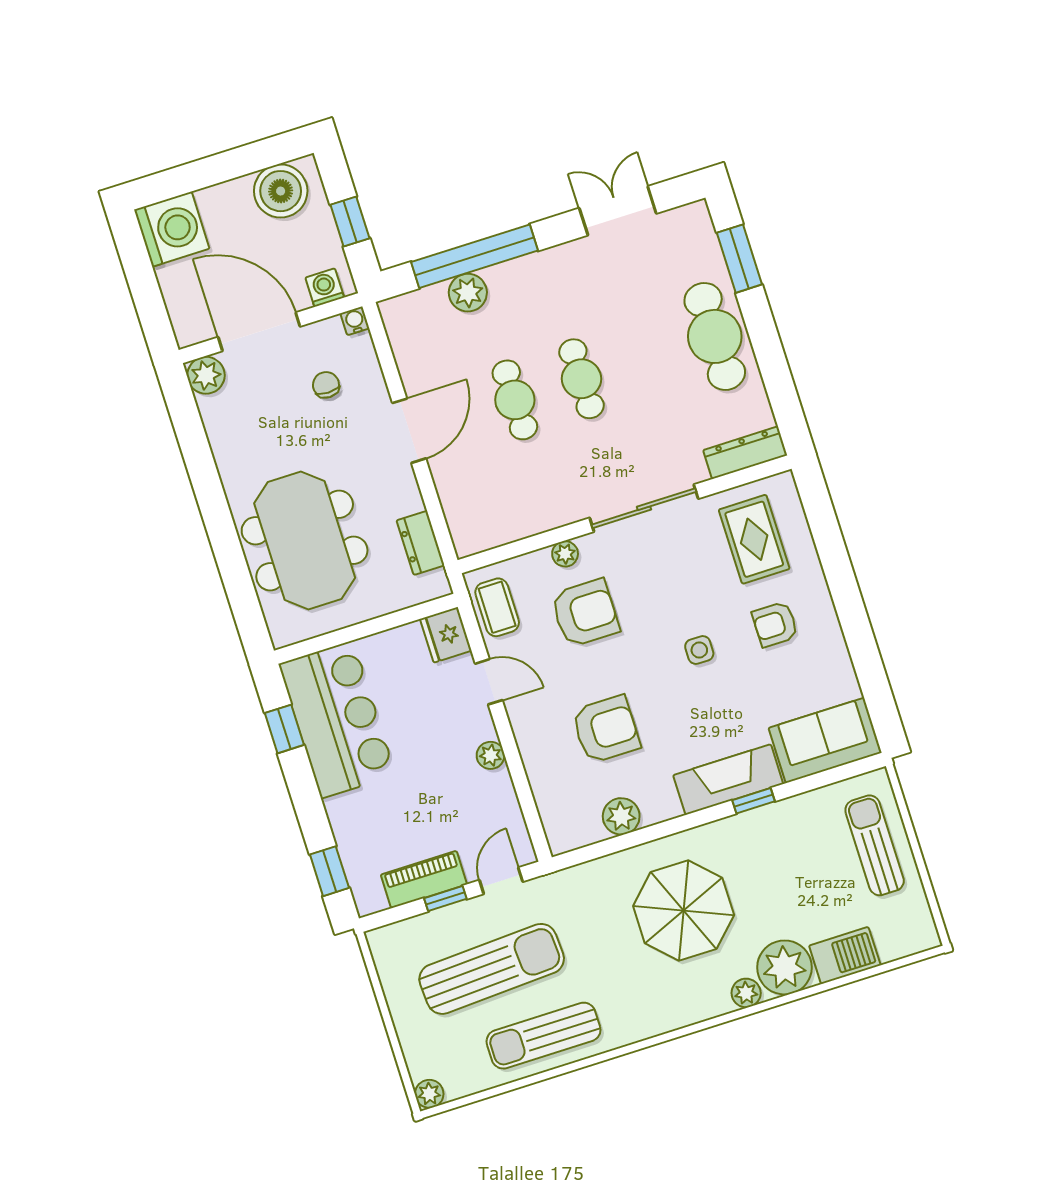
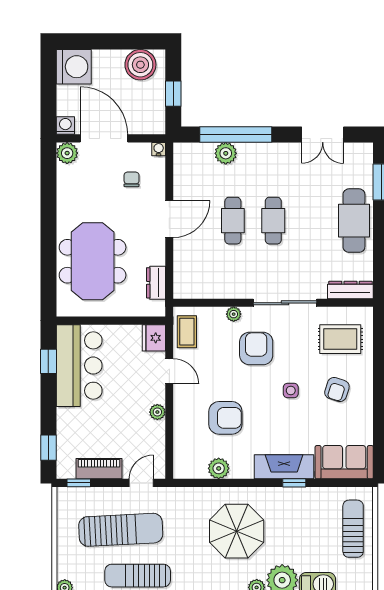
double door: (618, 211) -> (323, 134), swing flipped
washing machine: (325, 288) -> (65, 126), moved
rug: (754, 539) -> (340, 339), turned 90
armchair: (585, 613) -> (256, 348), moved, turned -90
armchair: (775, 624) -> (337, 390), turned -72
window: (445, 898) -> (79, 483), moved

